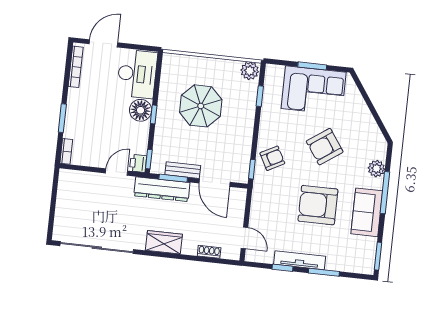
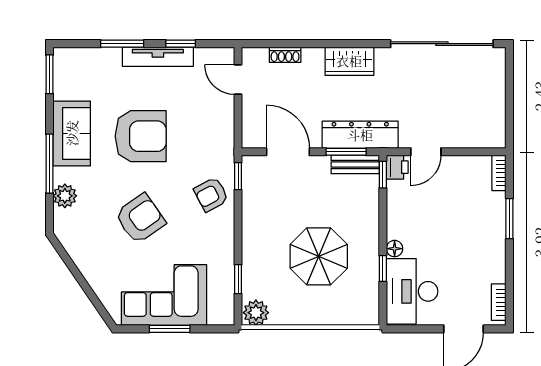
bookcase: (76, 67) -> (499, 302), width x0.64
floor lamp: (141, 110) -> (395, 249), width x0.53, depth x0.53
window: (154, 114) -> (383, 269), moved
bench: (183, 170) -> (355, 164), moved

